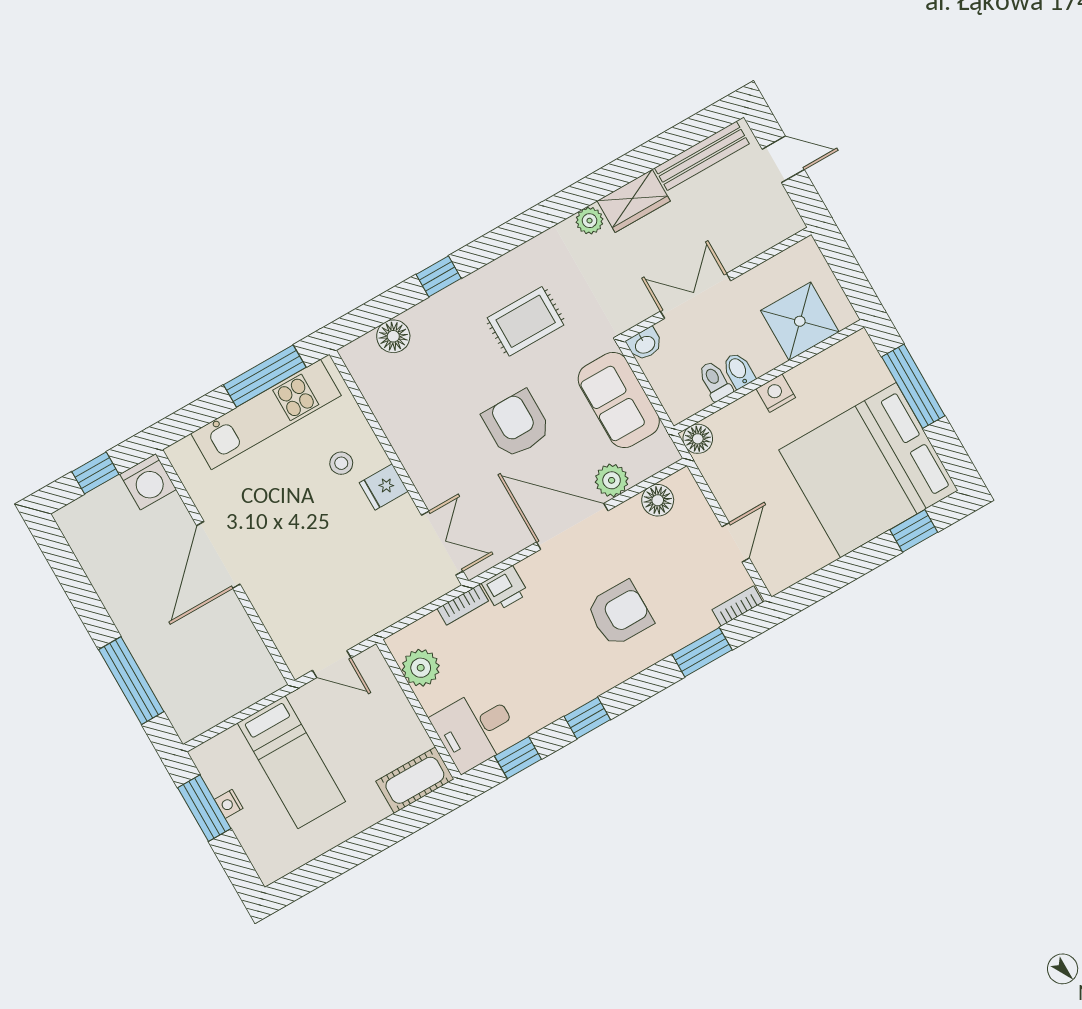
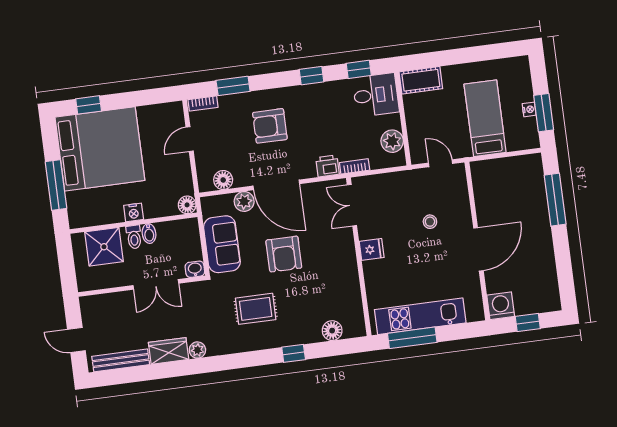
toilet: (715, 381) -> (134, 237), moved
stool: (341, 463) -> (430, 222), moved

